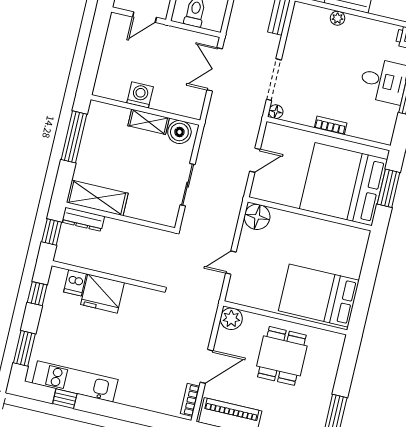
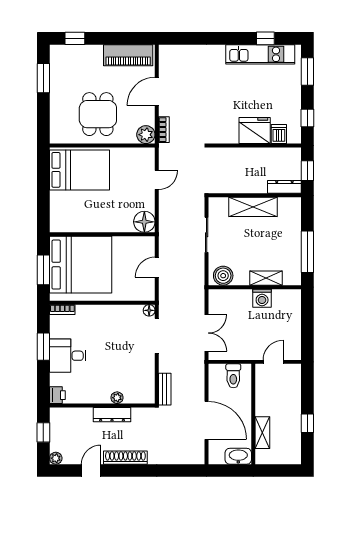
shelving: (149, 122) -> (266, 278), moved
bookcase: (331, 125) -> (62, 310), moved
shelving: (97, 198) -> (253, 207), moved
bookcase: (190, 400) -> (164, 130), moved

